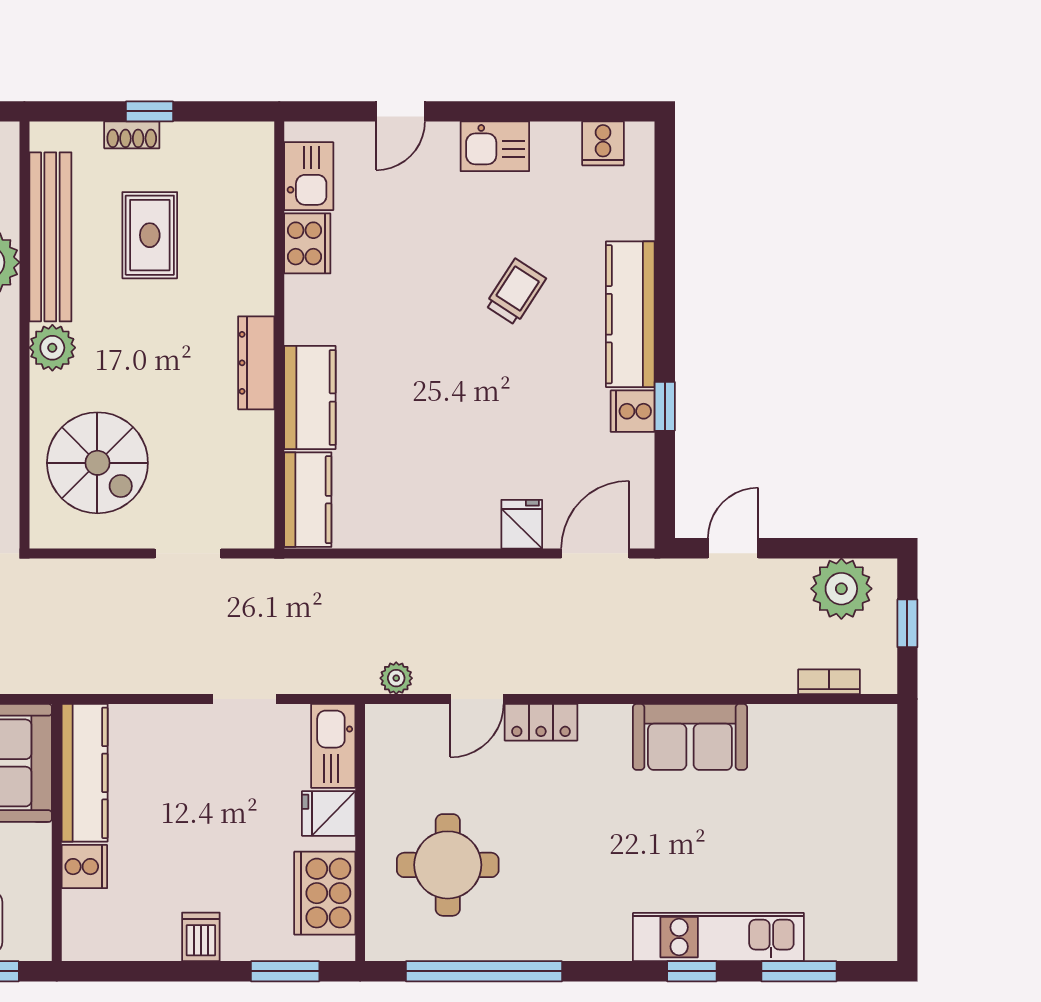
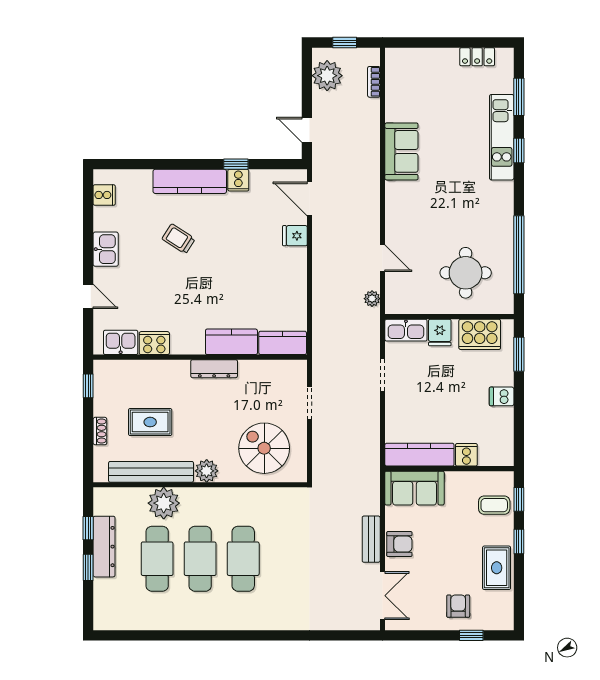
window: (149, 111) -> (88, 386), moved
spiral stairs: (97, 463) -> (264, 448), turned -90
locker: (541, 722) -> (477, 57), moved, turned 90

